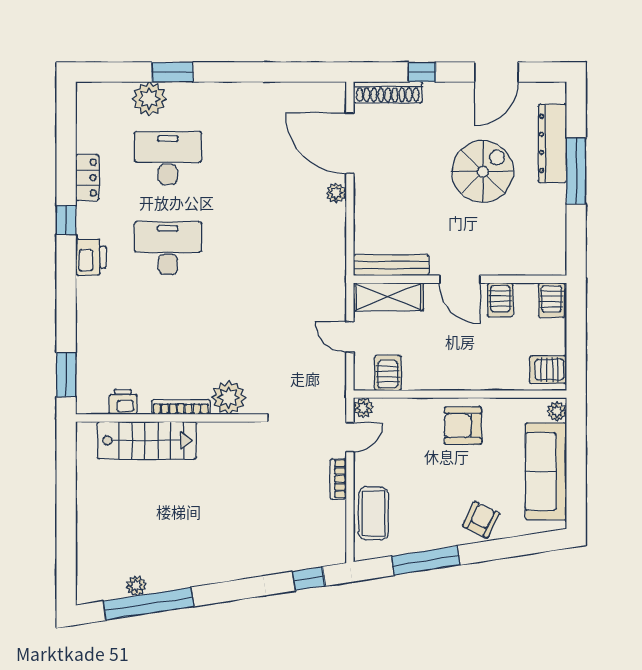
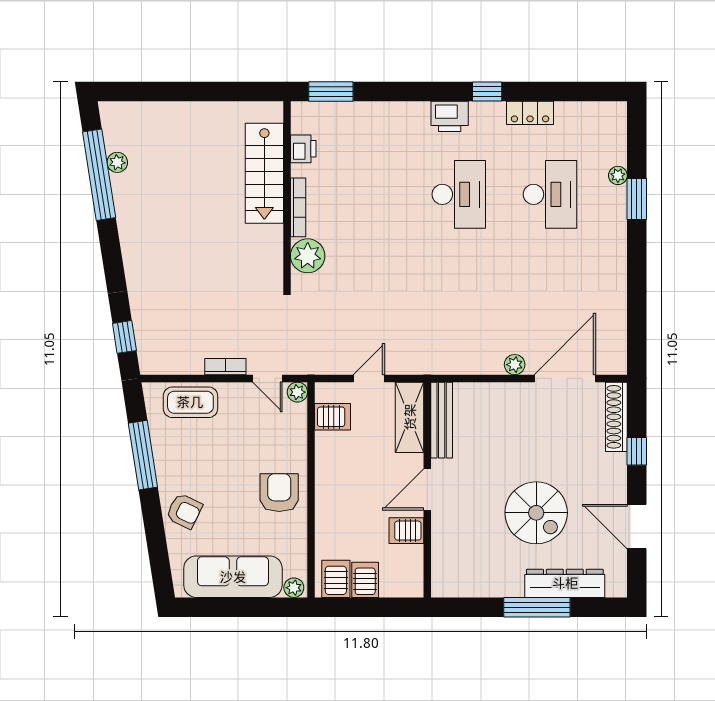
plant: (149, 99) -> (618, 175), width x0.53, depth x0.53
server rack: (552, 300) -> (365, 580), moved, turned 90

